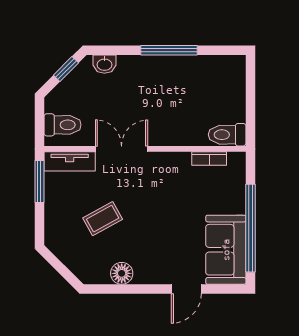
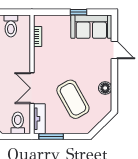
toilet: (227, 135) -> (11, 26), moved
coffee table: (103, 219) -> (73, 99), width x1.86, depth x1.72
window: (250, 228) -> (79, 12), width x0.32

